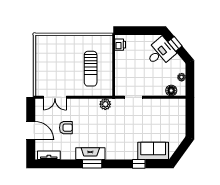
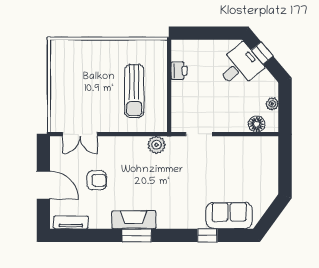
printer: (120, 45) -> (179, 71), moved

